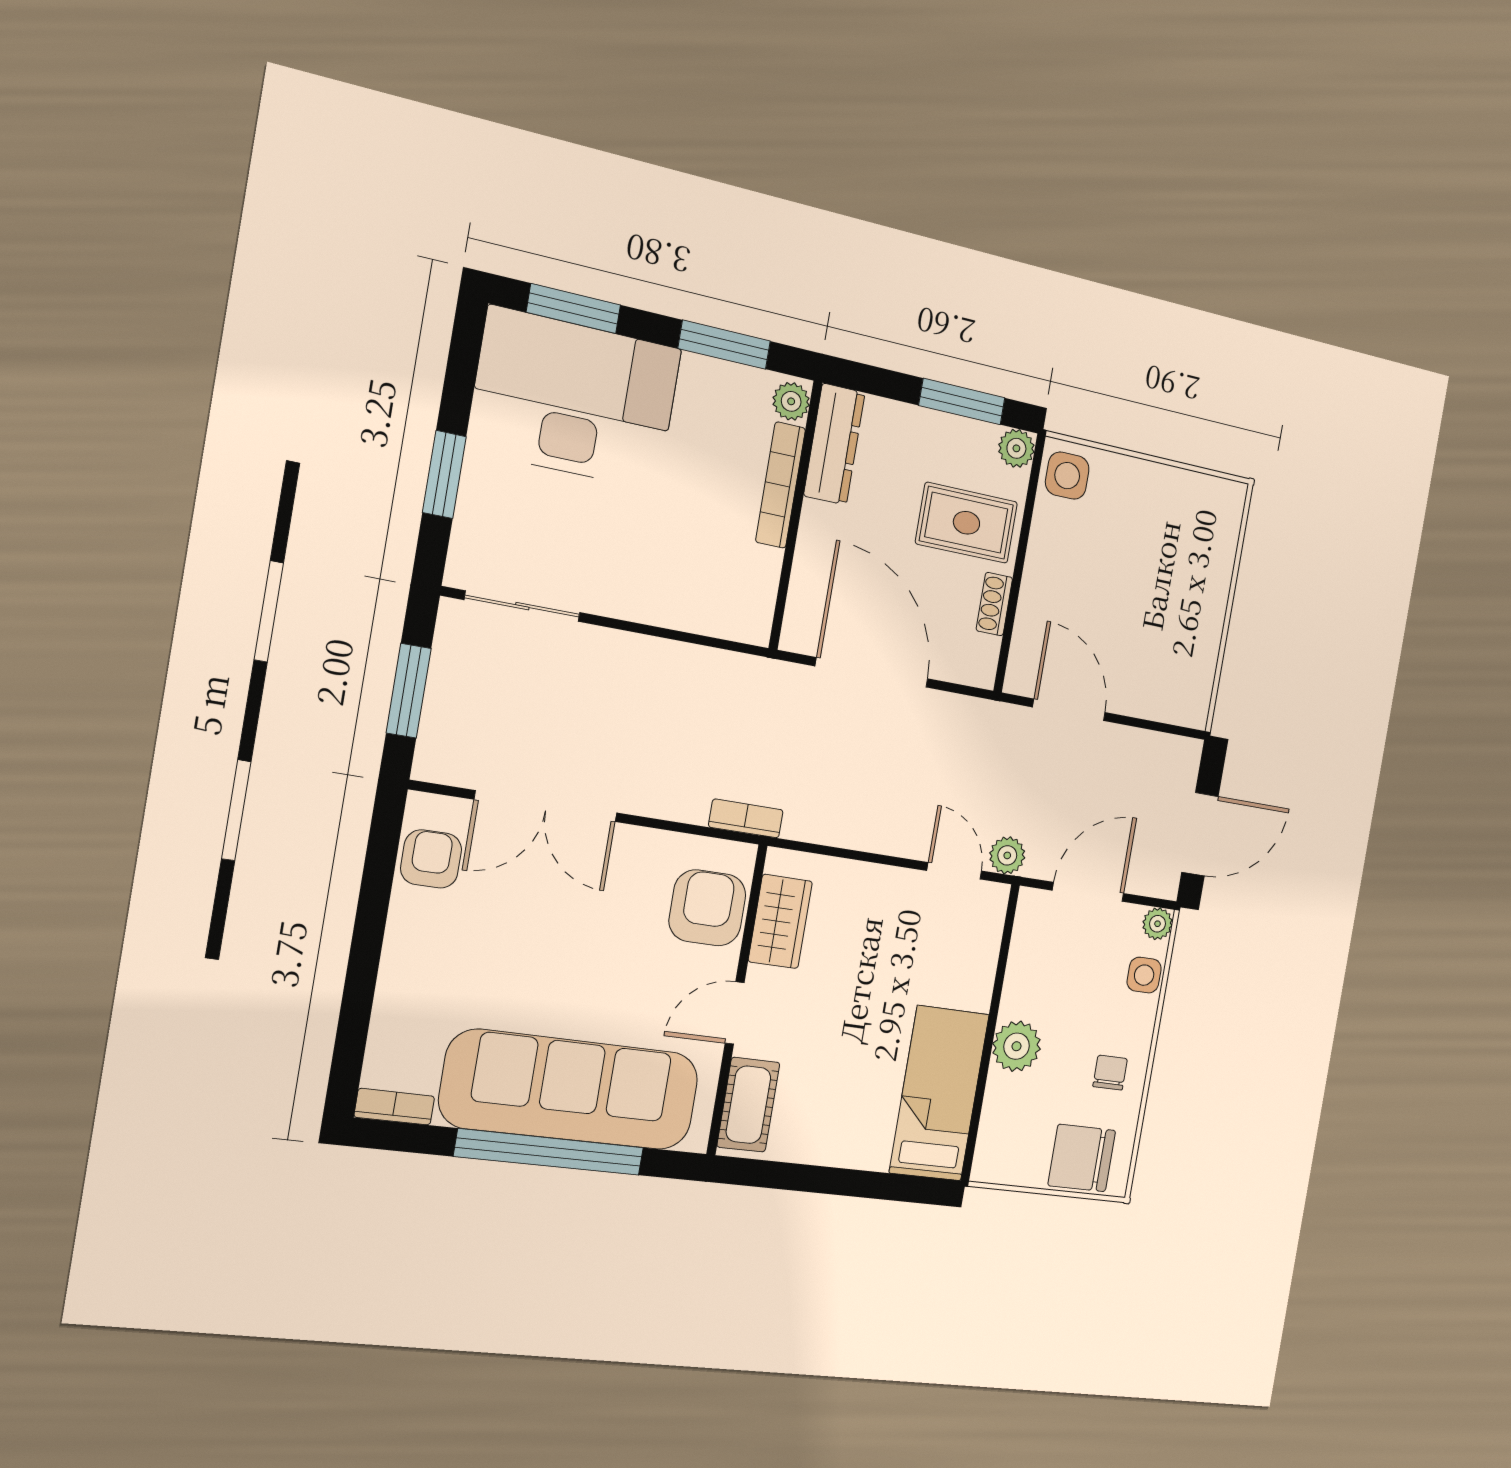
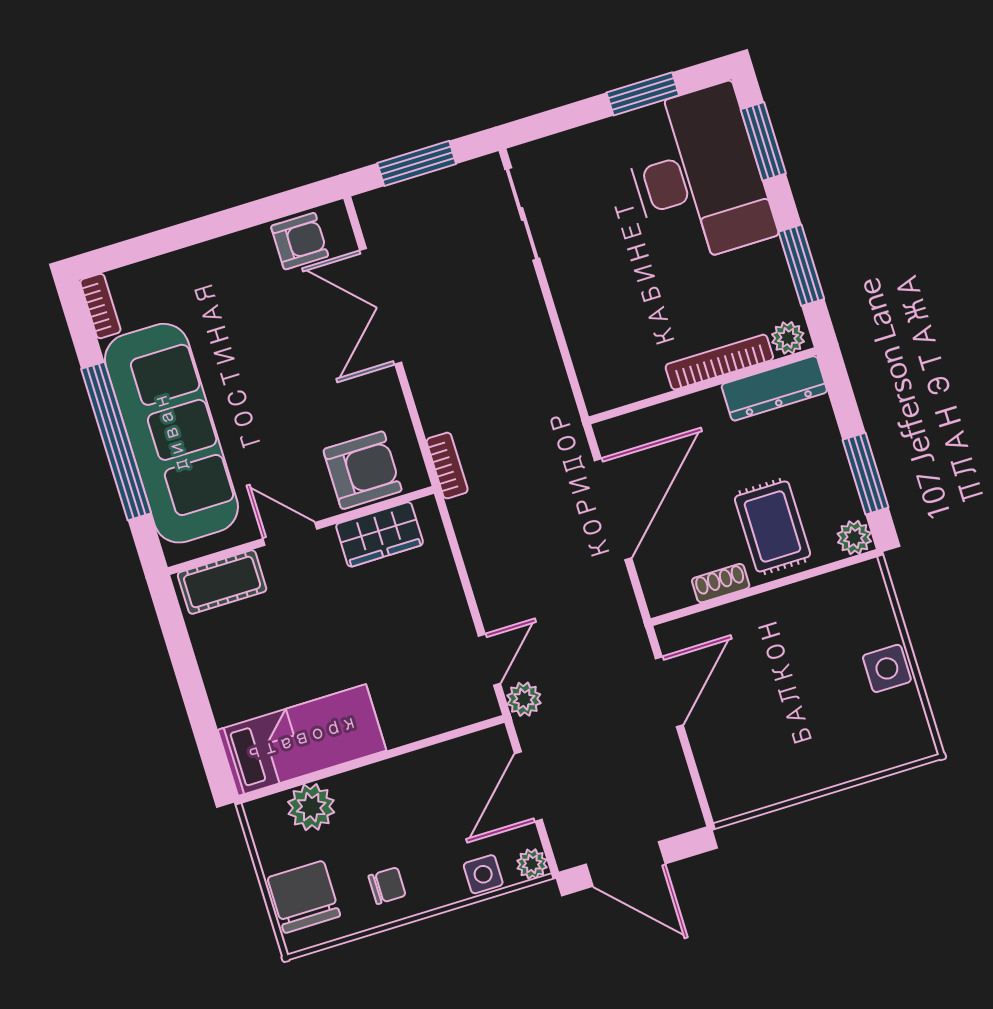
window: (444, 475) -> (643, 94), moved
side table: (1067, 476) -> (887, 668), moved
door: (1088, 892) -> (528, 787), swing flipped
plant: (1017, 1046) -> (311, 807), moved

